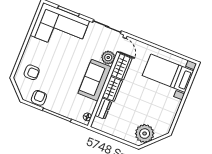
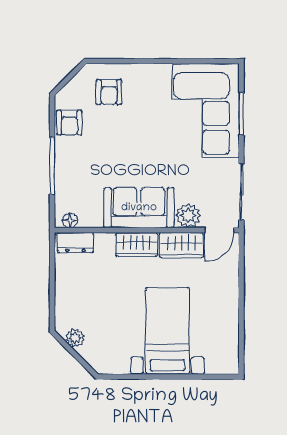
bed with nightstands: (168, 73) -> (167, 331), moved
armchair: (39, 98) -> (69, 123), turned 90
dresser: (103, 109) -> (75, 243), moved
plant: (145, 134) -> (75, 338), width x0.53, depth x0.53

